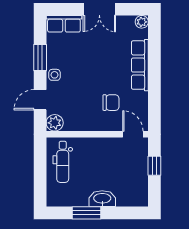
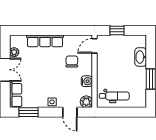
plant: (142, 22) -> (14, 52), moved
window: (40, 58) -> (28, 112), moved
water cooler: (83, 123) -> (87, 81), added
washbasin: (102, 199) -> (141, 57), moved

